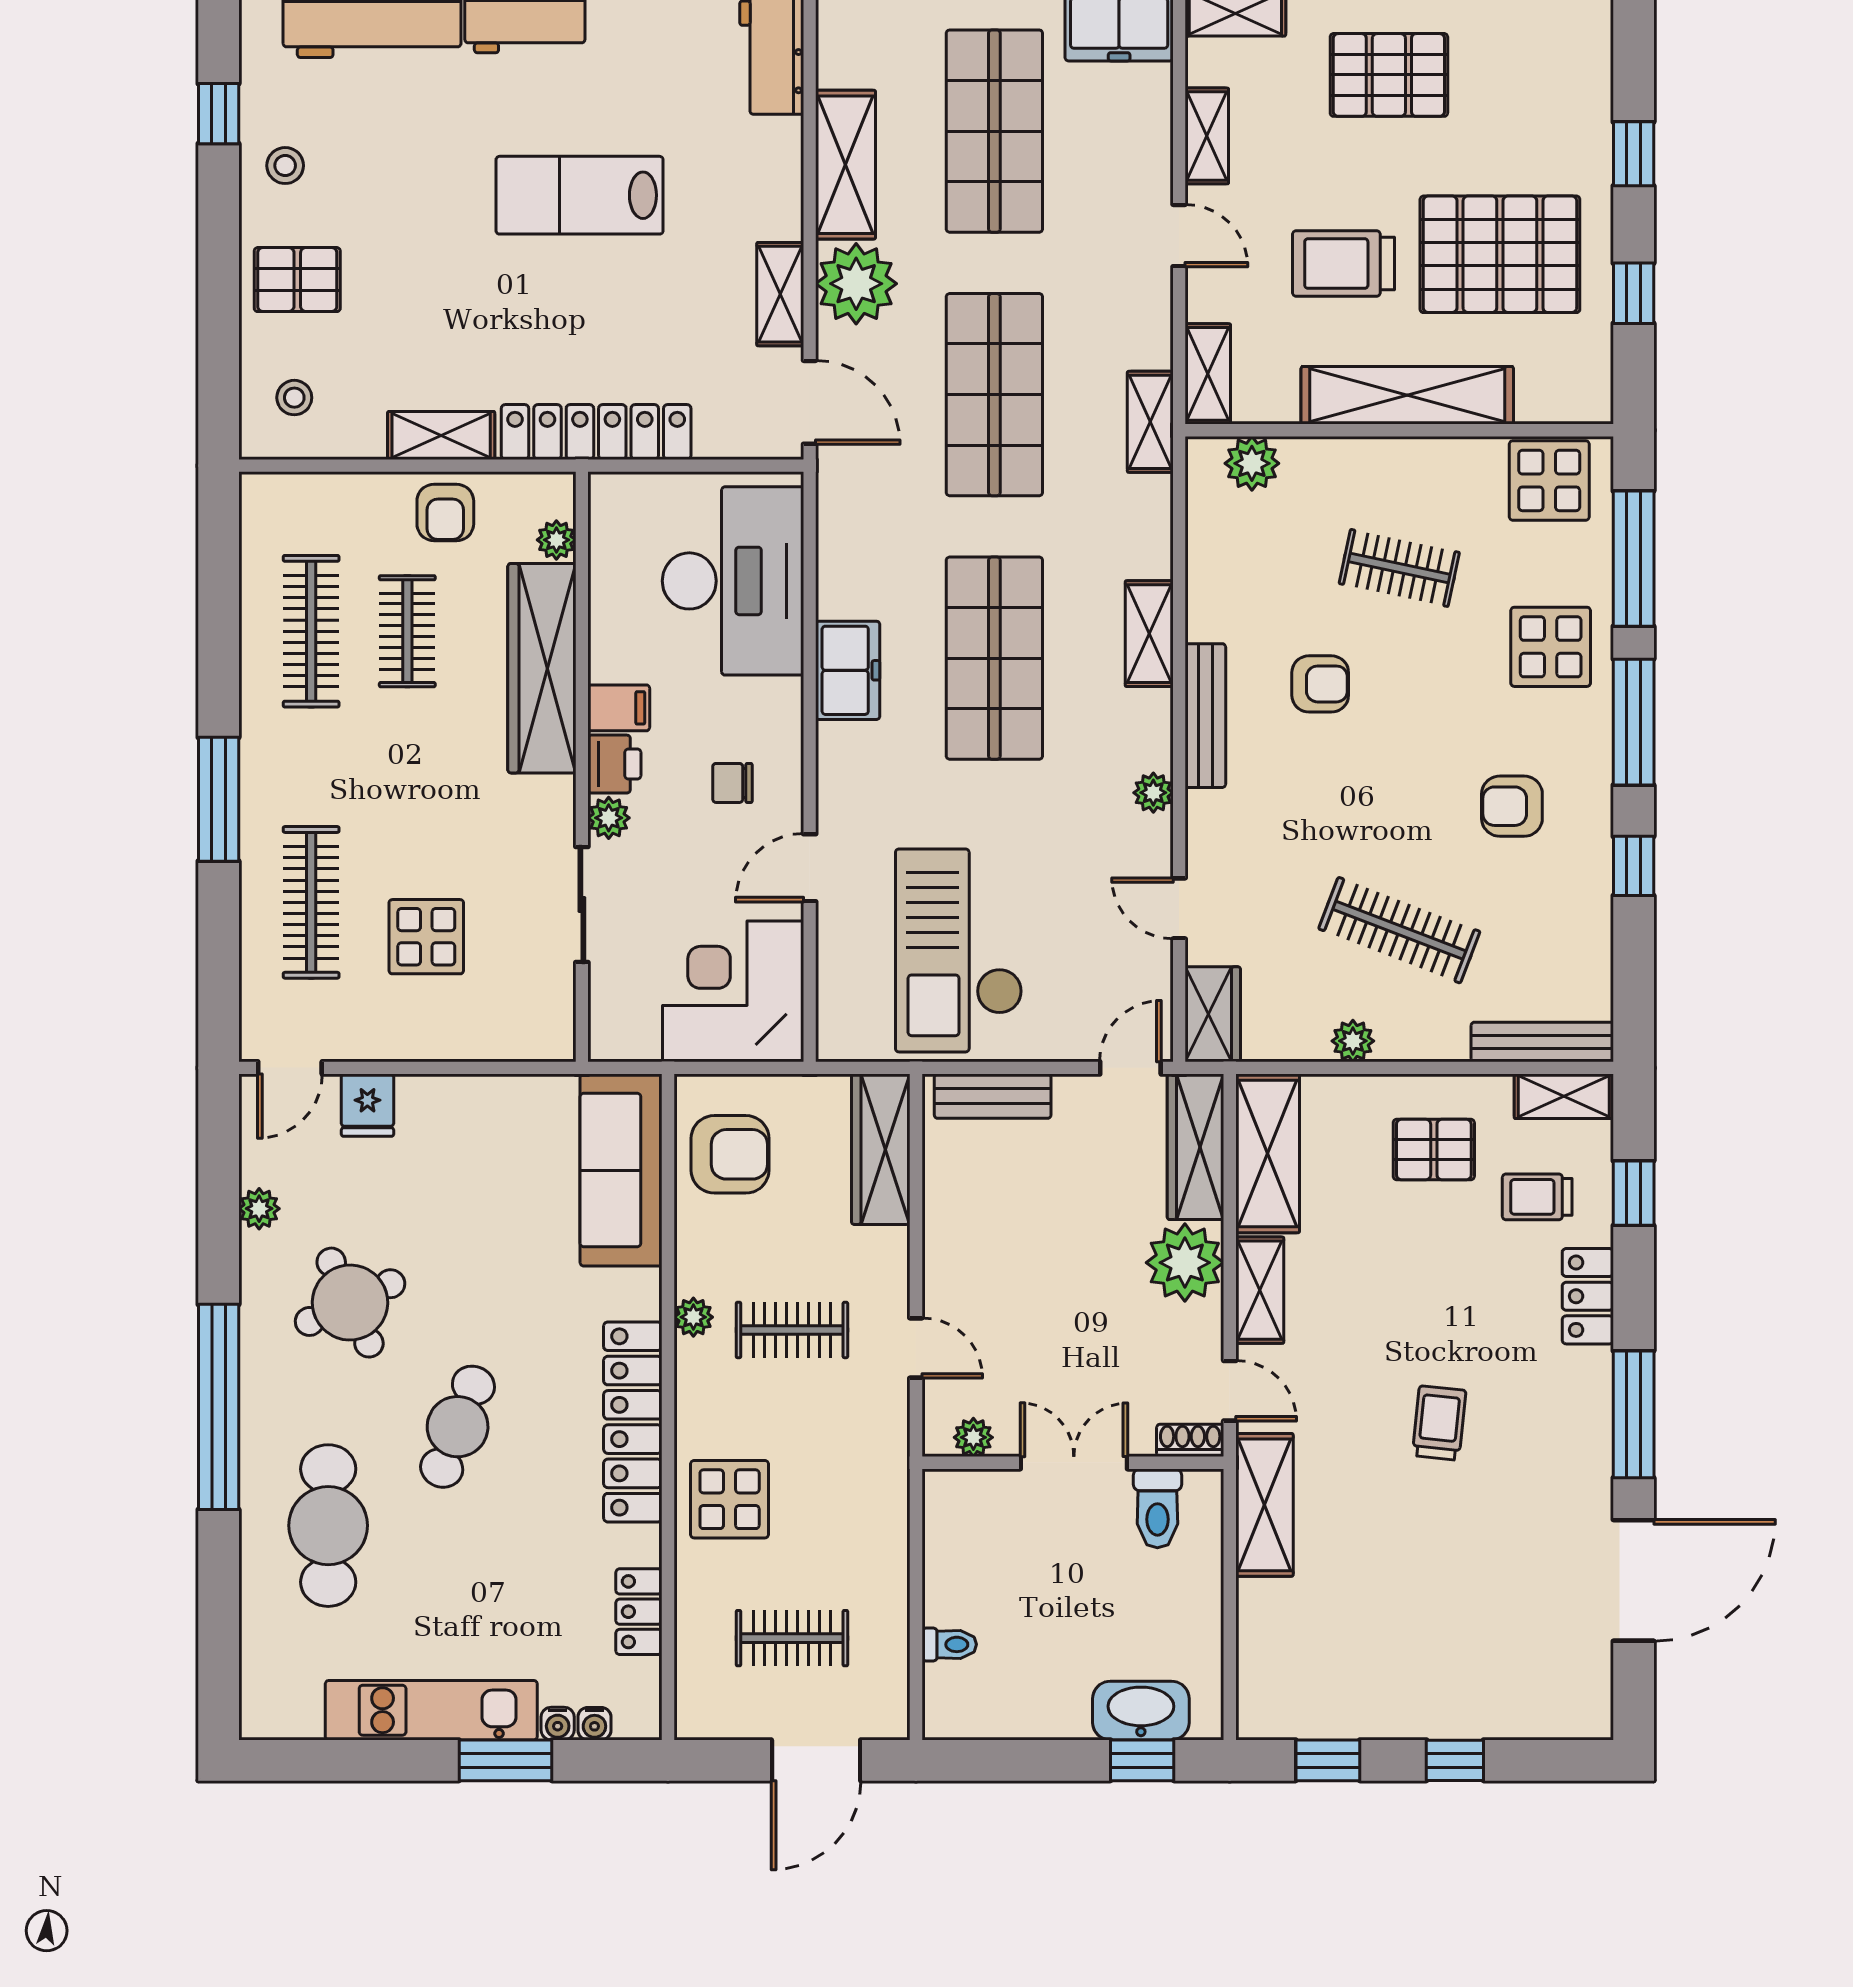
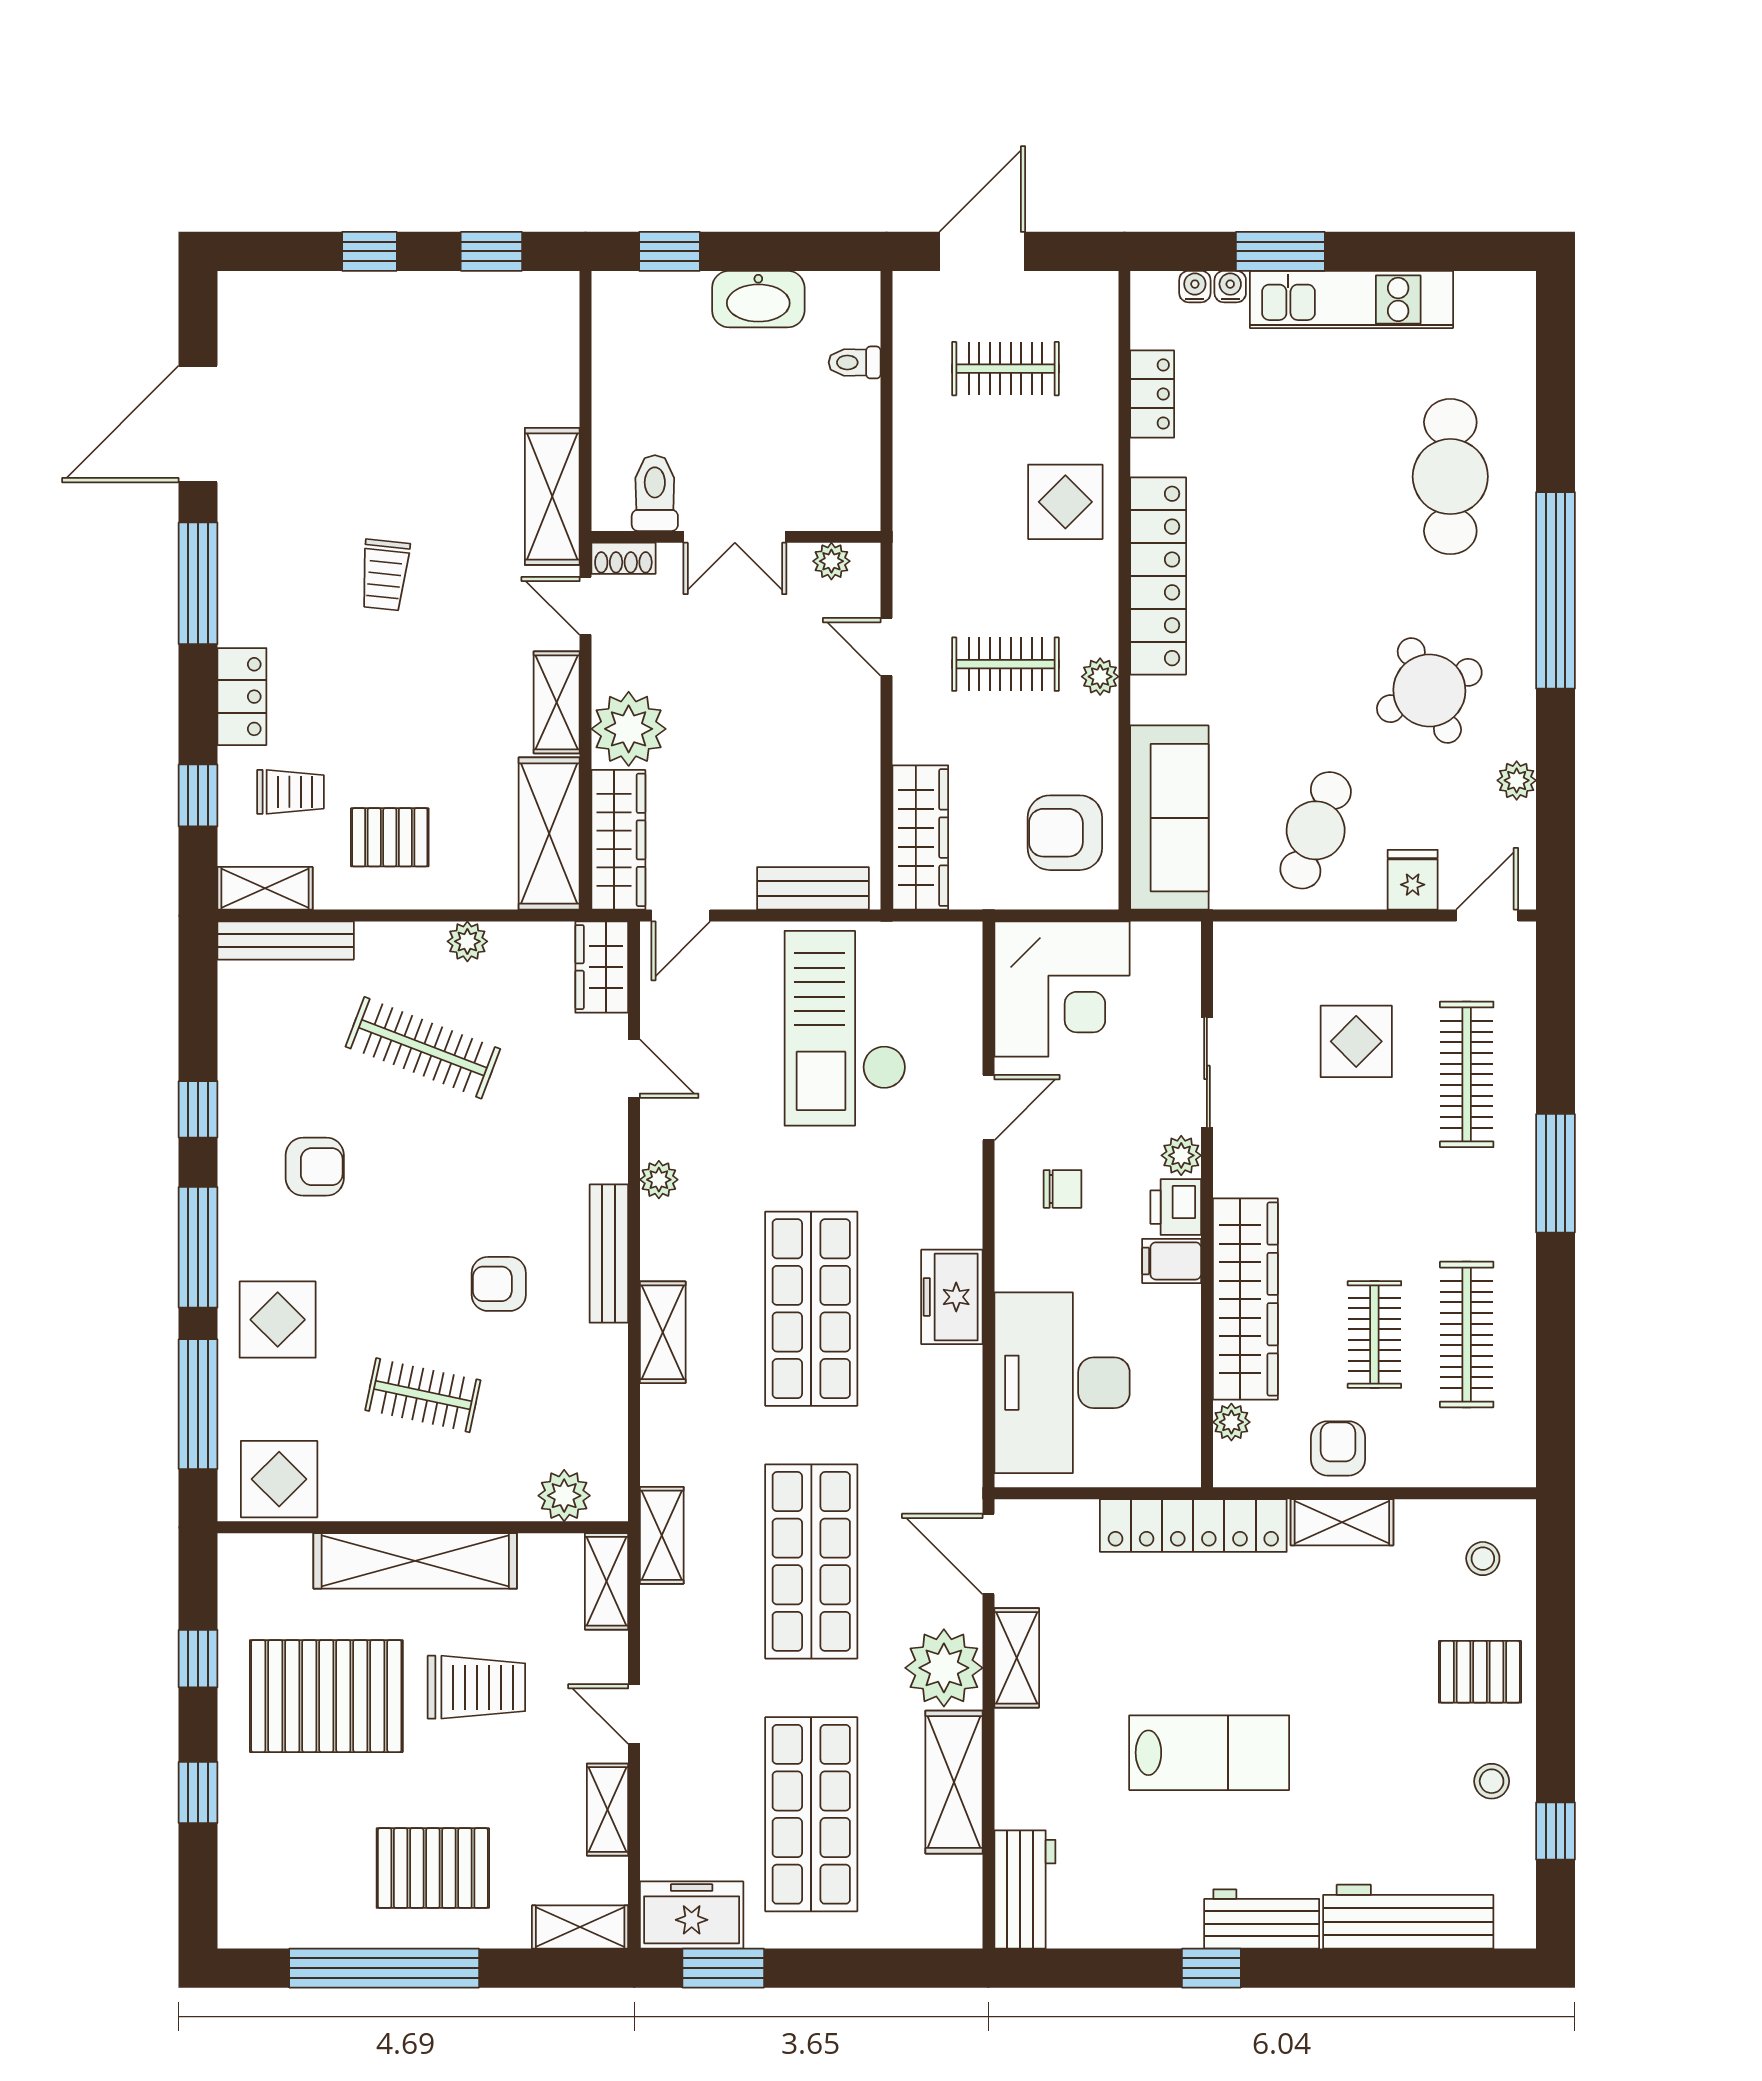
checkout: (959, 950) -> (845, 1028), turned 180
cafe table: (458, 1427) -> (1316, 830), moved
washbasin: (1141, 1711) -> (758, 299), moved

